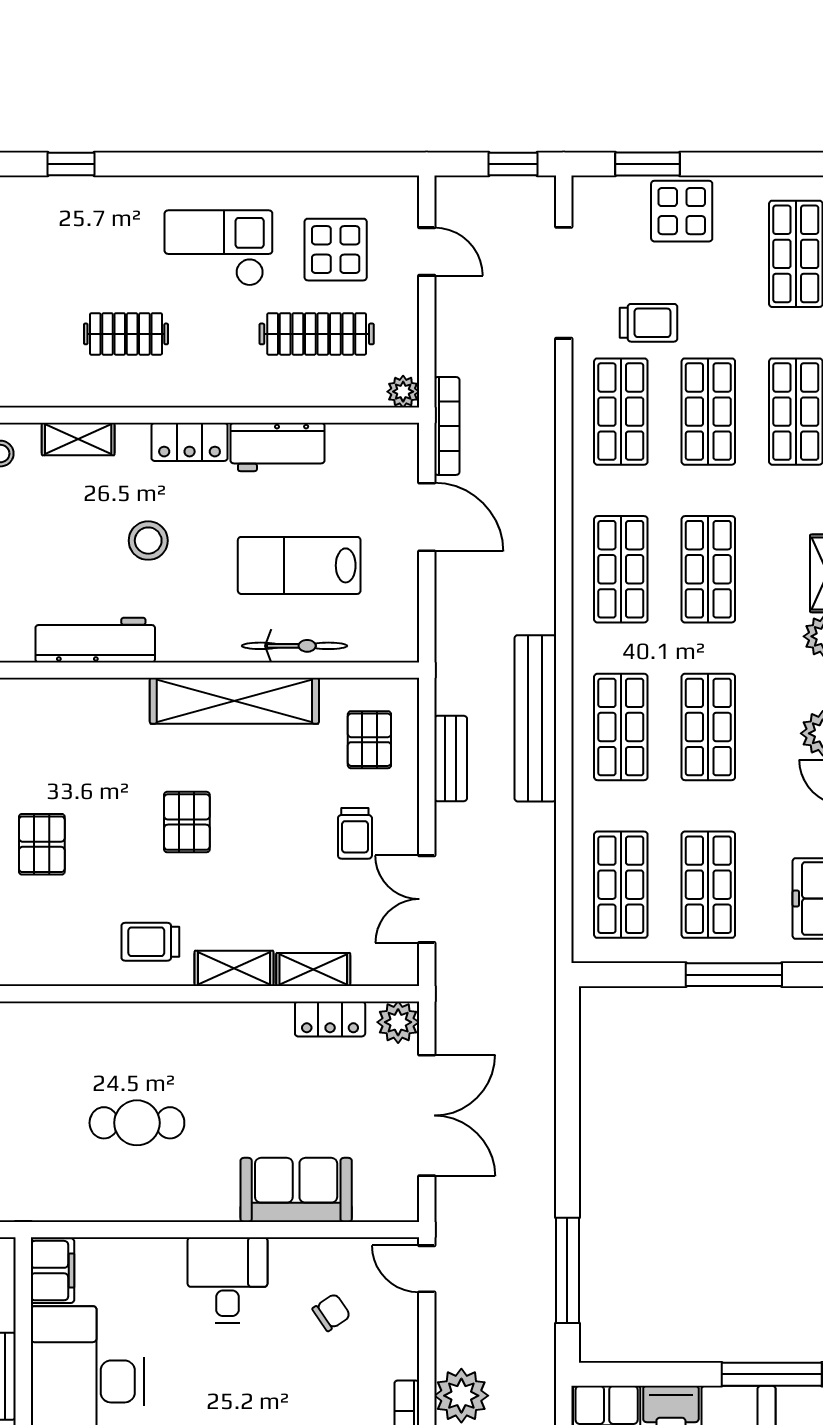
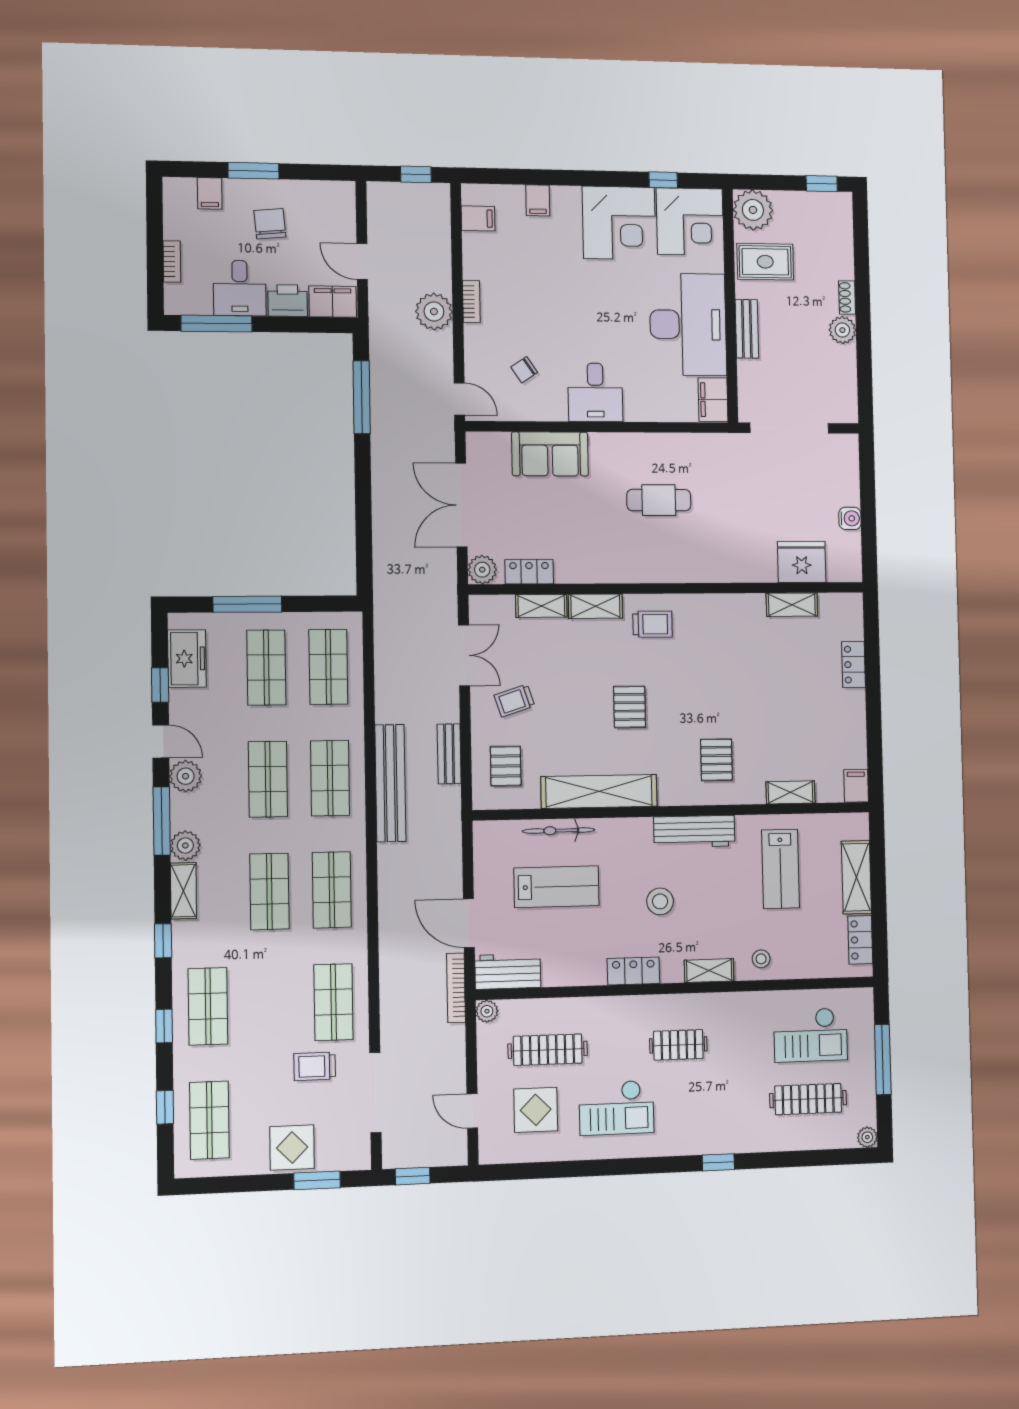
shop shelf: (708, 412) -> (271, 1004), removed
workbench: (277, 447) -> (508, 971), moved
trolley: (355, 833) -> (514, 701), turned -108
pallet: (42, 844) -> (716, 760), moved

